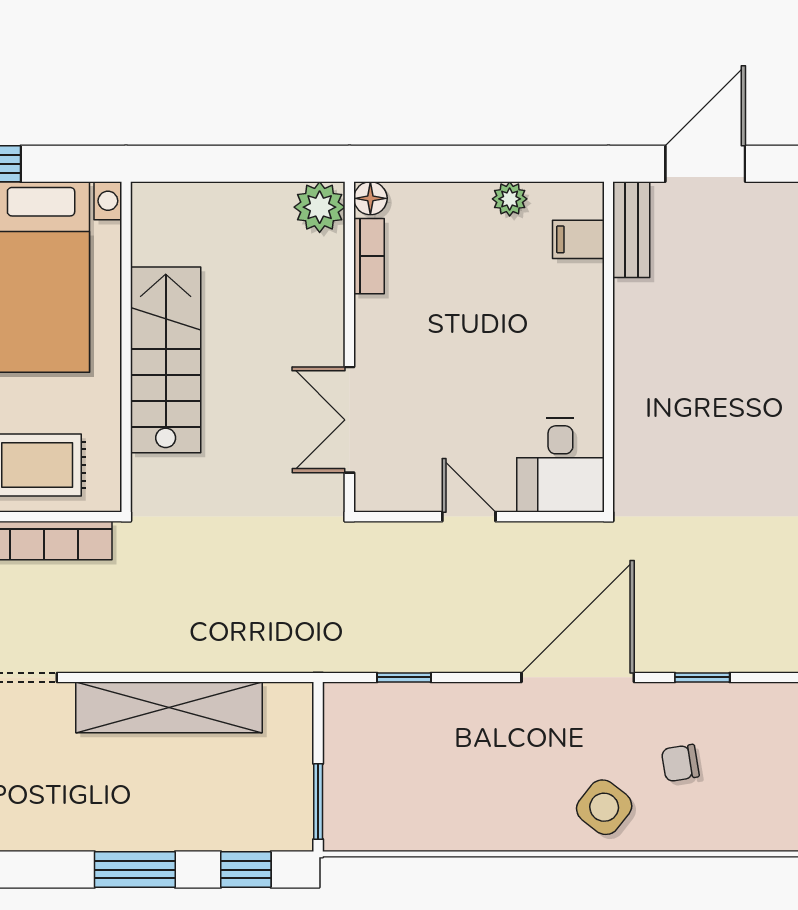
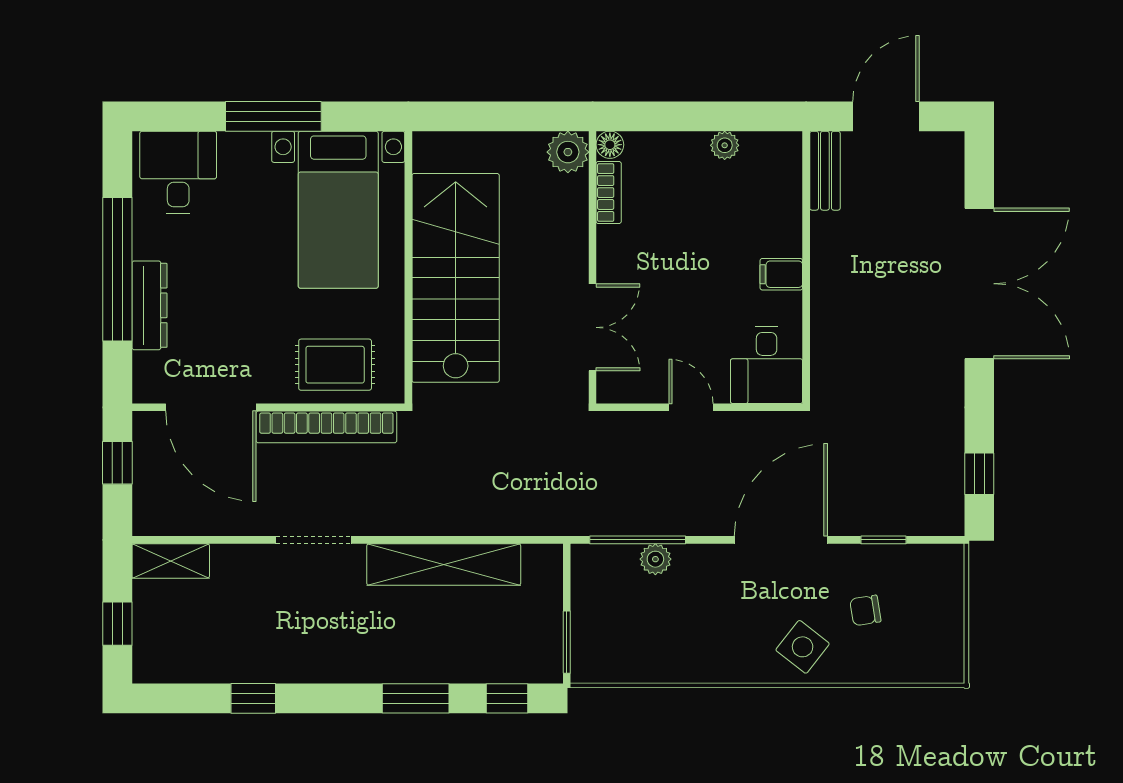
filing cabinet: (578, 239) -> (781, 274), moved
stairs: (166, 360) -> (456, 278), width x1.36, depth x1.51
double door: (349, 420) -> (593, 327), swing flipped
window: (404, 677) -> (638, 540), width x2.17
plant: (426, 701) -> (655, 559), added

